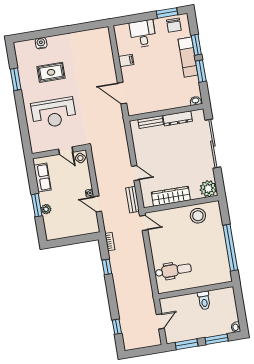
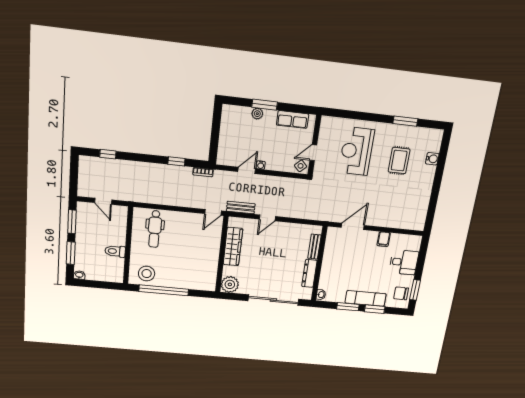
stool: (198, 216) -> (147, 274), moved

